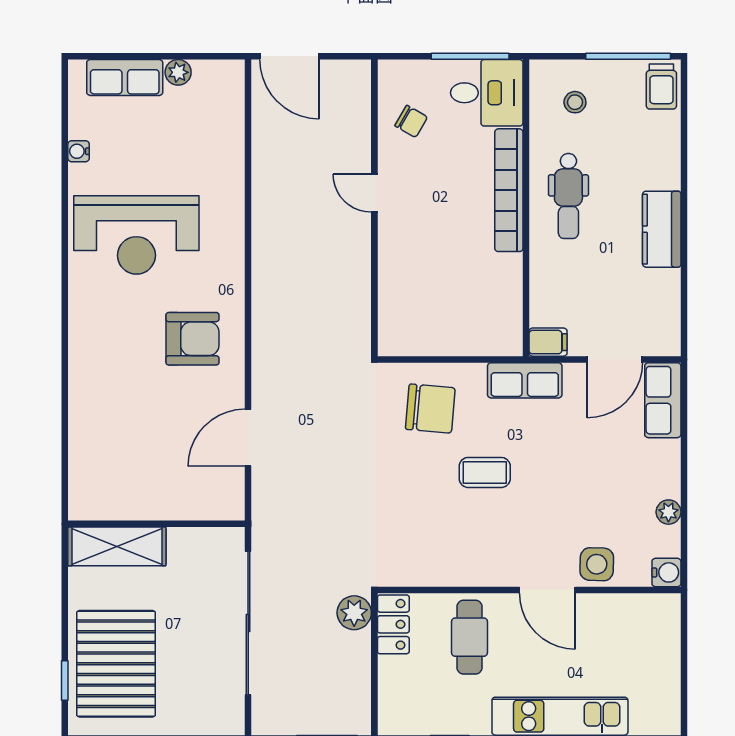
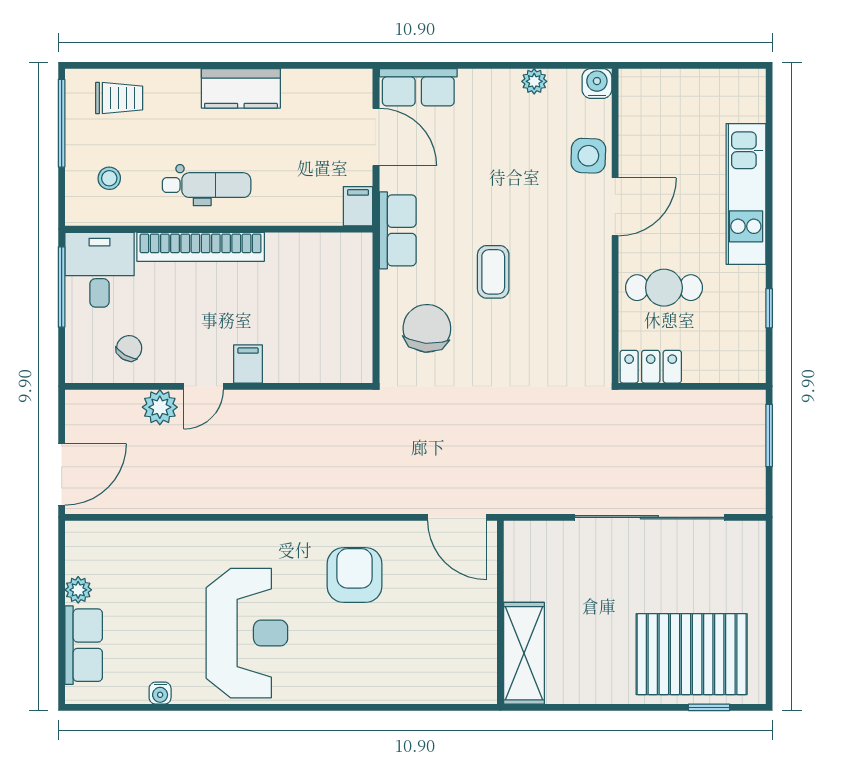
trolley: (661, 87) -> (119, 98), moved
filing cabinet: (396, 236) -> (248, 364), added
wall: (156, 524) -> (500, 612), moved
shelving: (117, 546) -> (524, 653), moved
plant: (354, 613) -> (160, 407), moved

